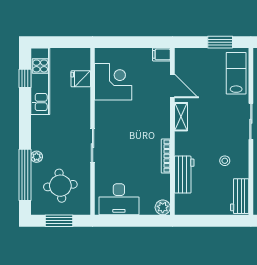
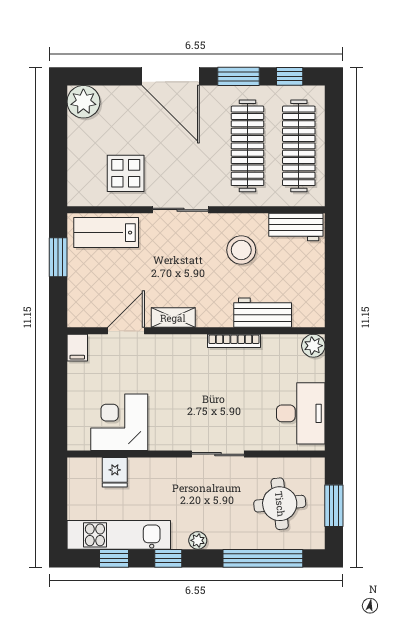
window: (25, 113) -> (168, 558), added
plant: (37, 157) -> (198, 540), moved
stool: (225, 161) -> (241, 250), width x1.89, depth x1.89

